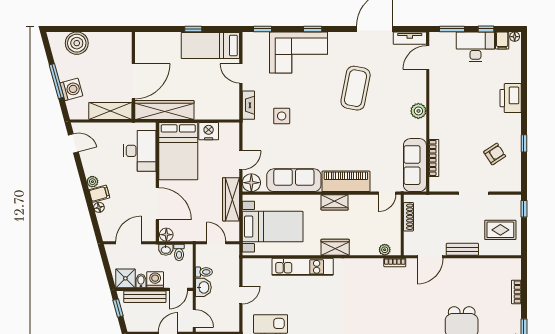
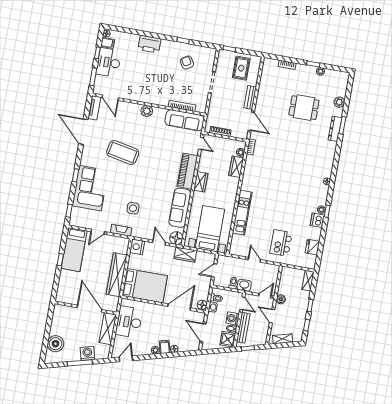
wardrobe: (164, 110) -> (117, 275), moved
nightstand: (209, 131) -> (137, 247), moved
desk: (140, 151) -> (129, 322), moved, turned -90
wardrobe: (231, 199) -> (185, 255), width x0.67
wardrobe: (335, 247) -> (236, 167), moved

